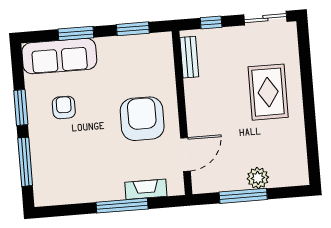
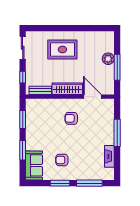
sofa: (59, 56) -> (34, 165), width x0.73
wardrobe: (196, 107) -> (67, 89), added
armchair: (142, 119) -> (71, 118), width x0.53, depth x0.53
fireplace: (146, 189) -> (109, 156), moved

